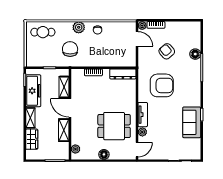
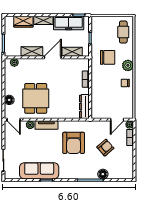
sofa: (192, 122) -> (39, 171), width x1.36
floor lamp: (104, 154) -> (9, 100), moved

